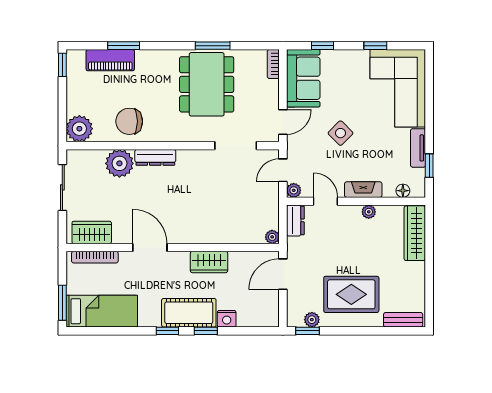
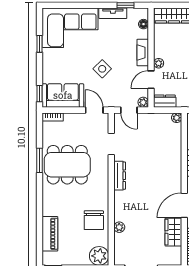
window: (124, 46) -> (40, 224), removed
window: (322, 46) -> (40, 94), moved
doorway: (236, 146) -> (111, 144), width x0.73
dresser: (155, 157) -> (120, 176), moved
plant: (119, 163) -> (119, 227), width x0.53, depth x0.53
plant: (369, 212) -> (159, 63), moved
wardrobe: (92, 232) -> (173, 232), moved

